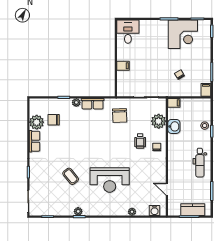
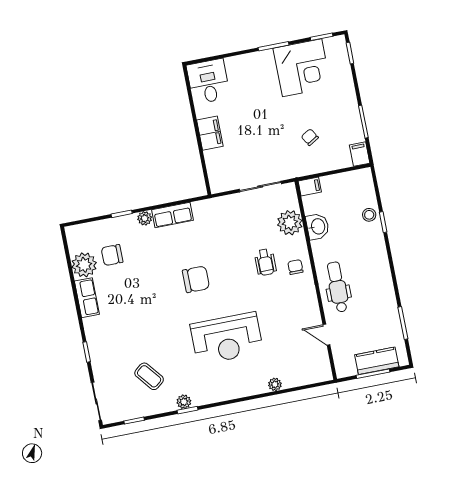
filing cabinet: (123, 66) -> (210, 133), width x2.00
chair: (120, 115) -> (196, 279), moved, turned -88
dental chair: (200, 163) -> (338, 287), moved, turned 180
coffee table: (71, 176) -> (149, 376), moved
water cooler: (155, 210) -> (313, 375), removed

